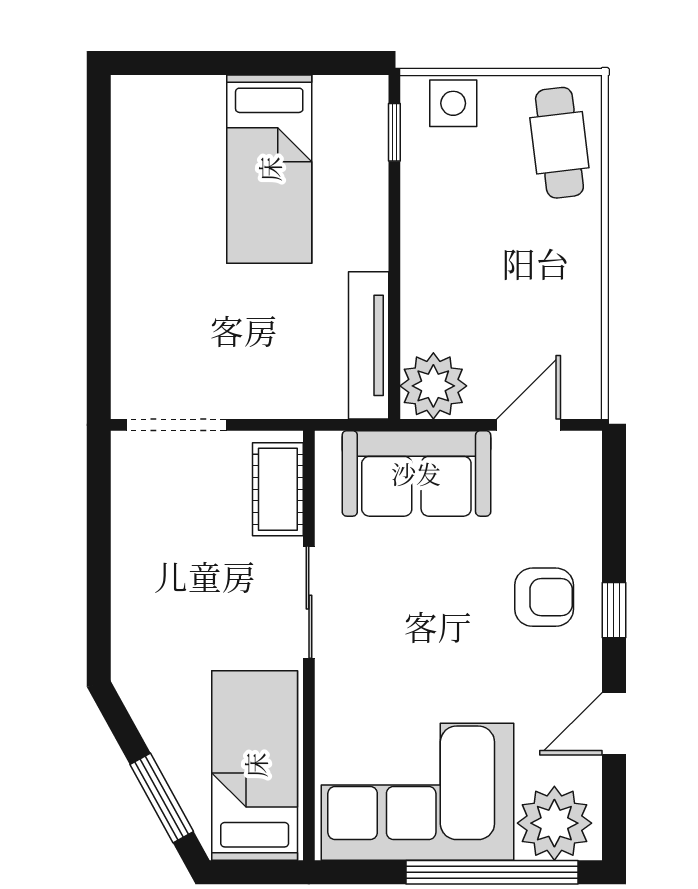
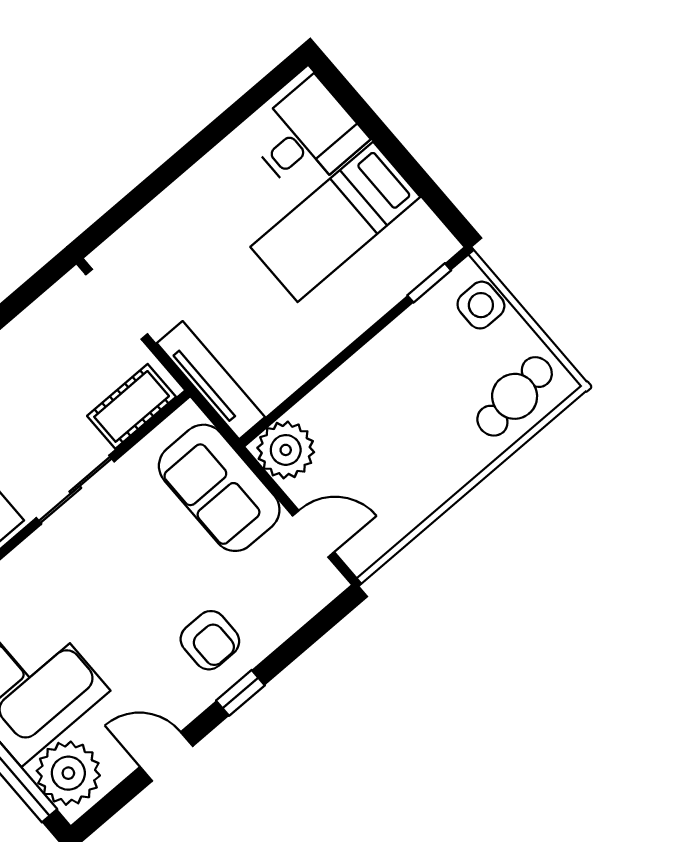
desk: (172, 130) -> (307, 137), added
tv unit: (369, 345) -> (211, 380), moved, turned 90

